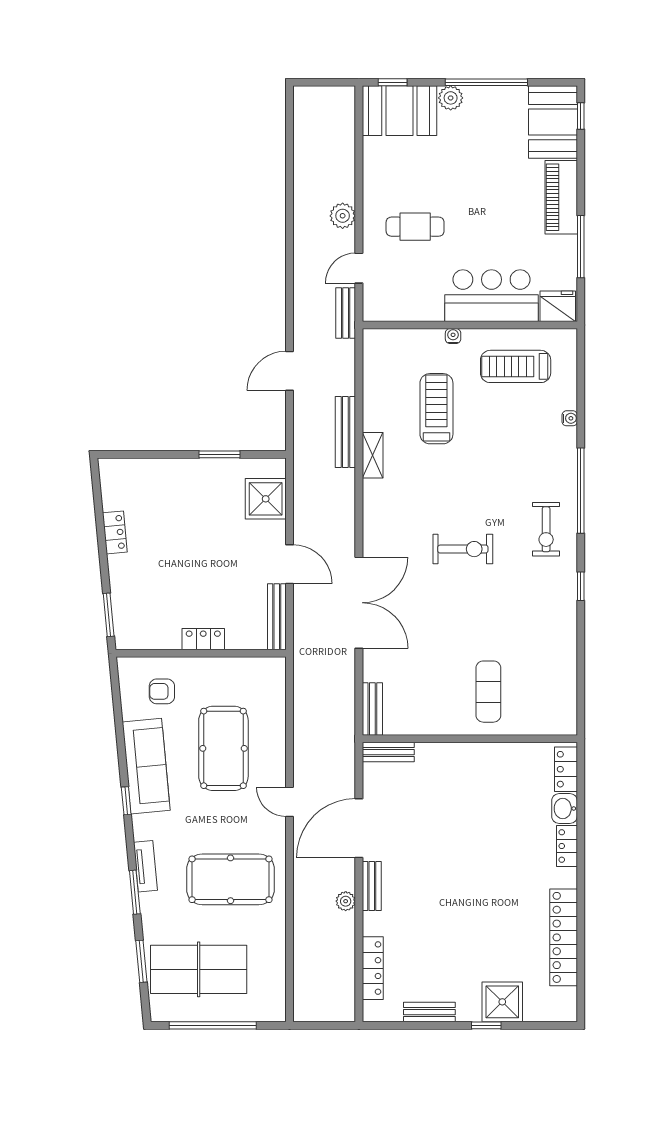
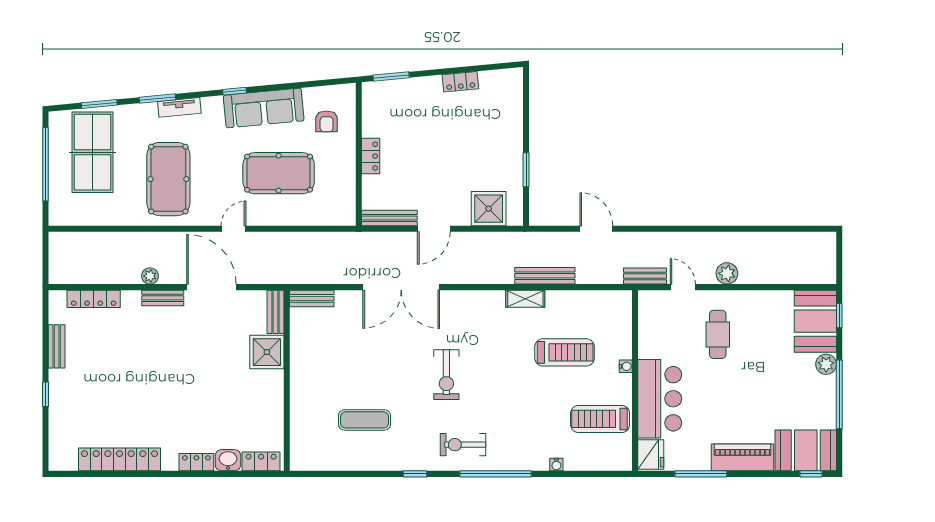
treadmill: (516, 366) -> (600, 419), turned -90
armchair: (162, 691) -> (327, 121), turned 180
exercise mat: (488, 692) -> (365, 420), moved
shower: (502, 1002) -> (267, 352), moved

